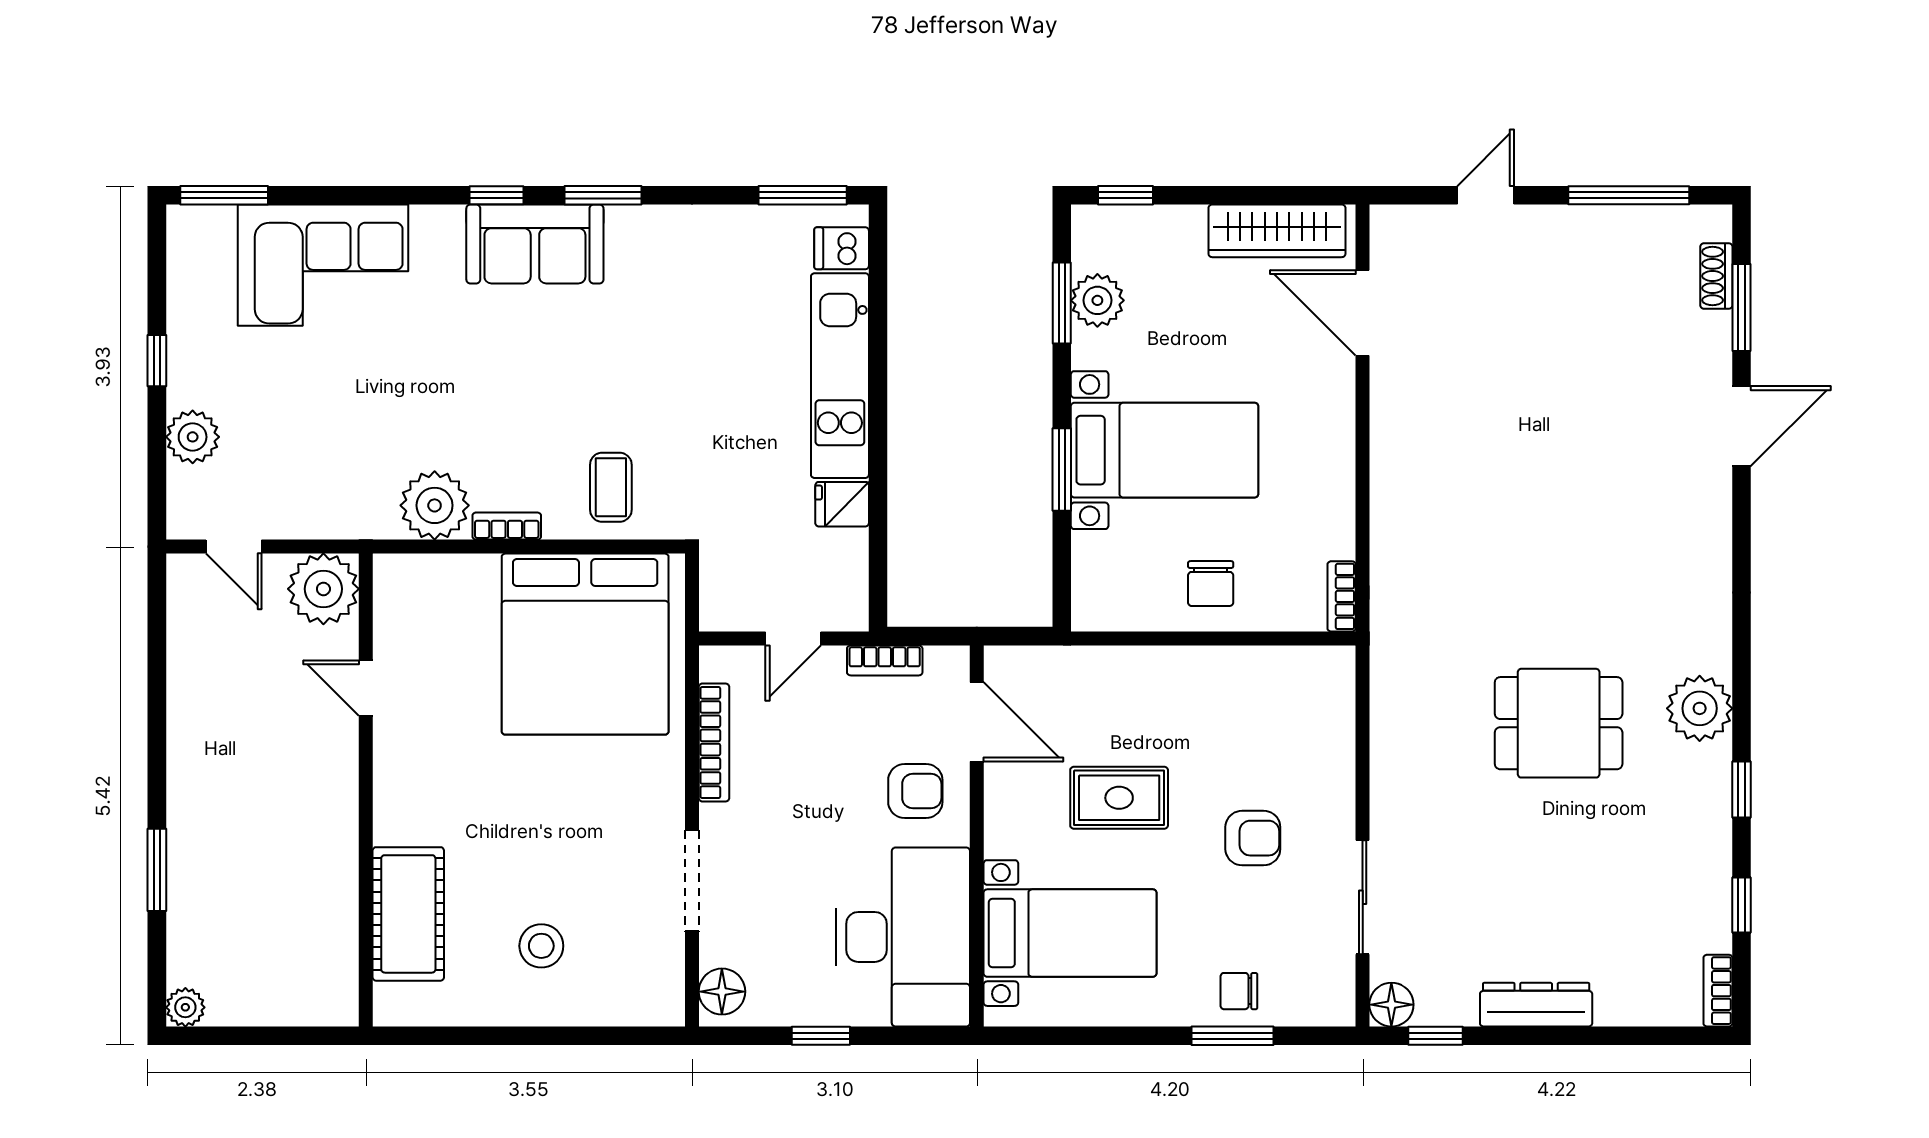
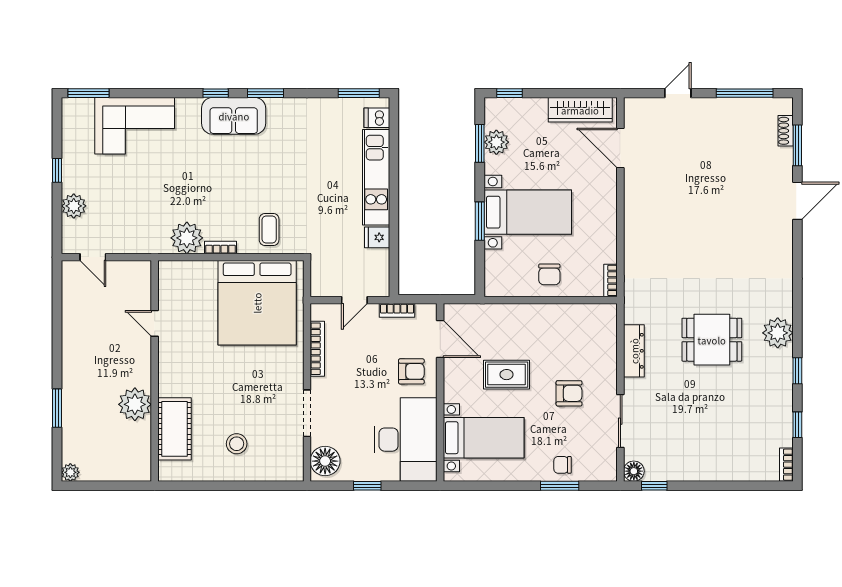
plant: (323, 589) -> (135, 404), moved
floor lamp: (722, 992) -> (325, 461), width x1.38, depth x1.38
dresser: (1536, 1005) -> (634, 351), moved, turned 90

